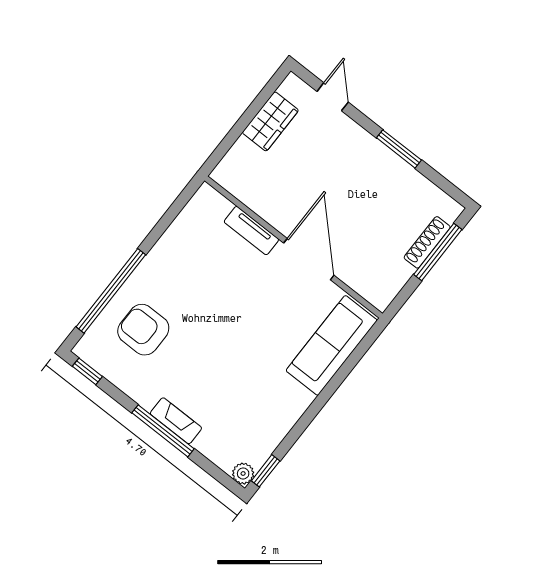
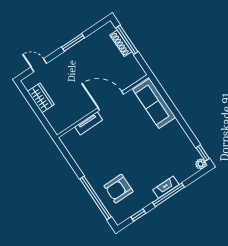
window: (87, 371) -> (138, 215), moved

